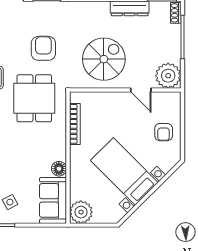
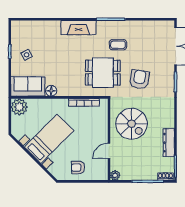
armchair: (43, 48) -> (139, 79), turned -81
plant: (168, 76) -> (115, 175), width x0.53, depth x0.53

